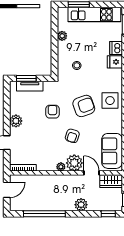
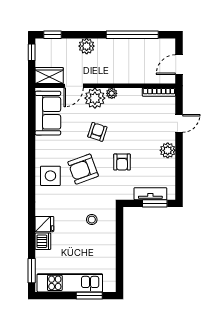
plant: (62, 36) -> (110, 256), removed
door: (91, 173) -> (74, 86), hinge flipped

